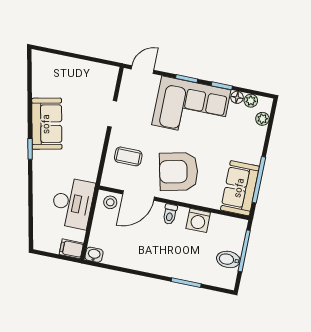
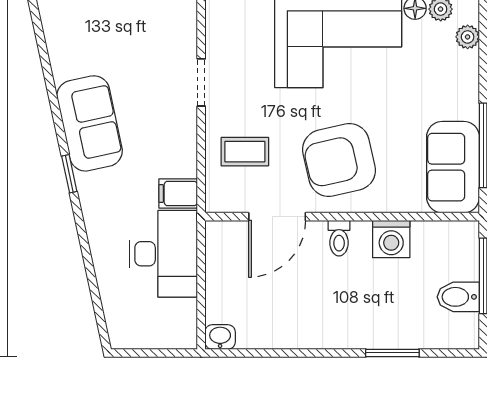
stool: (110, 202) -> (230, 239), removed
filing cabinet: (71, 249) -> (178, 193), moved

